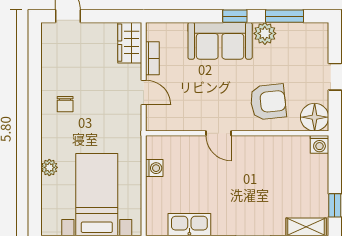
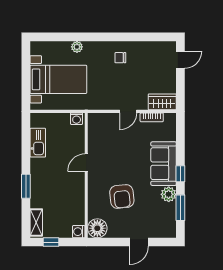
floor lamp: (315, 117) -> (97, 228), moved
door: (219, 133) -> (86, 163), moved
wall: (237, 133) -> (86, 175), moved
washing machine: (319, 144) -> (79, 232), moved

